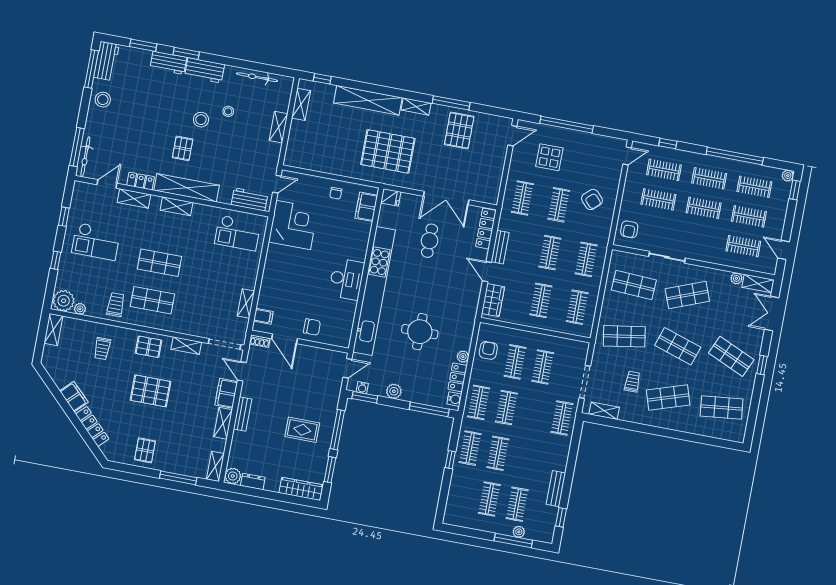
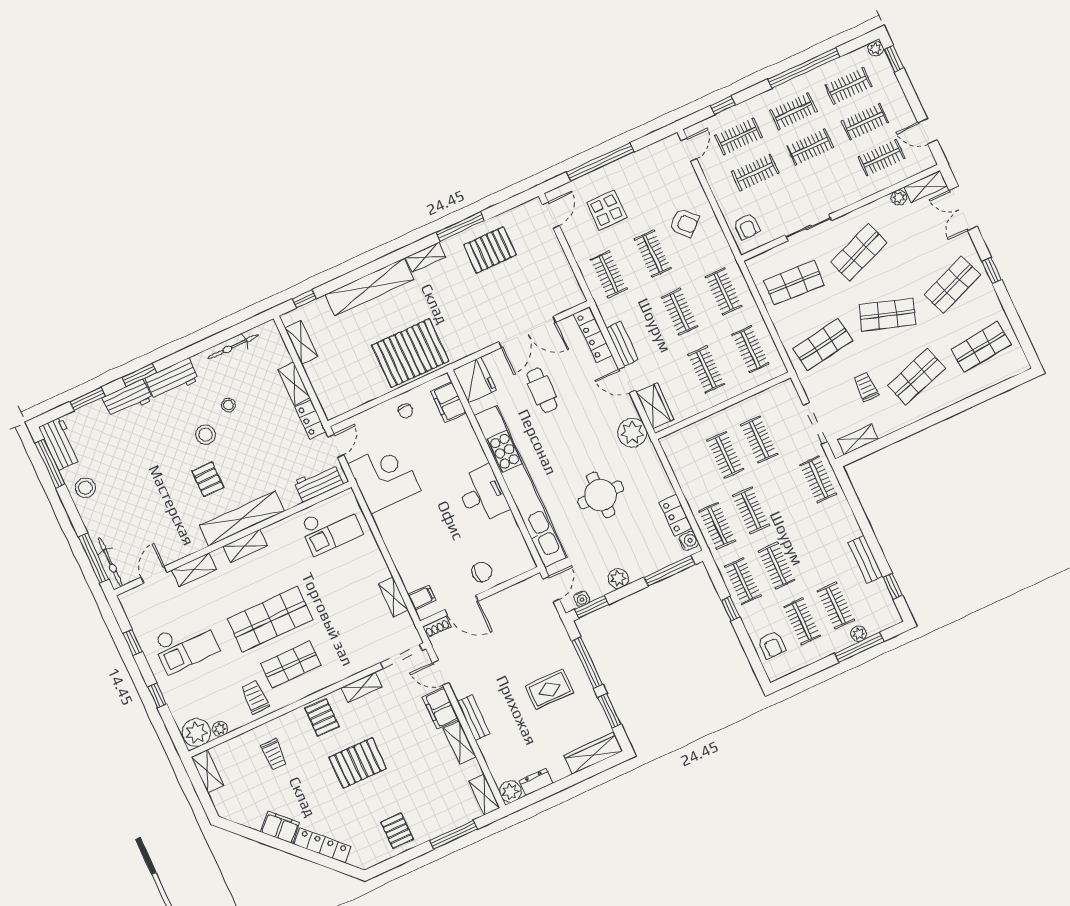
pallet: (459, 130) -> (490, 250), turned 90
pallet: (388, 151) -> (410, 353), moved
locker: (141, 181) -> (310, 419), moved, turned -90
fridge: (391, 197) -> (475, 380), width x1.88, depth x1.34
shop shelf: (159, 263) -> (270, 619), width x1.43, depth x1.36
pallet: (148, 347) -> (322, 717), turned 90
armchair: (488, 350) -> (772, 645), moved, turned 180
shop shelf: (731, 356) -> (952, 285), turned -45
plant: (463, 357) -> (632, 433), moved, width x1.88, depth x1.88

